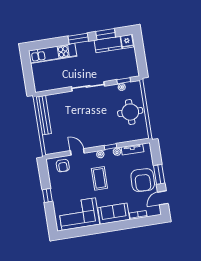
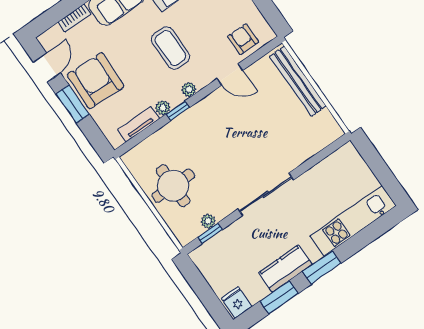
kitchen counter: (108, 45) -> (285, 269), moved
bench: (44, 115) -> (298, 81), moved

